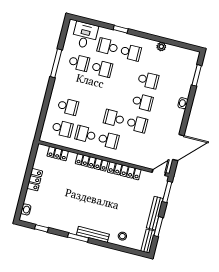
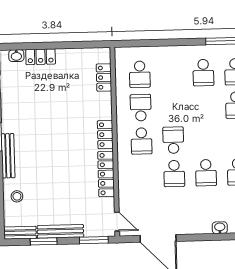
school desk: (68, 107) -> (203, 73), moved
locker: (92, 162) -> (105, 135), width x0.66
locker: (35, 180) -> (41, 57), moved

